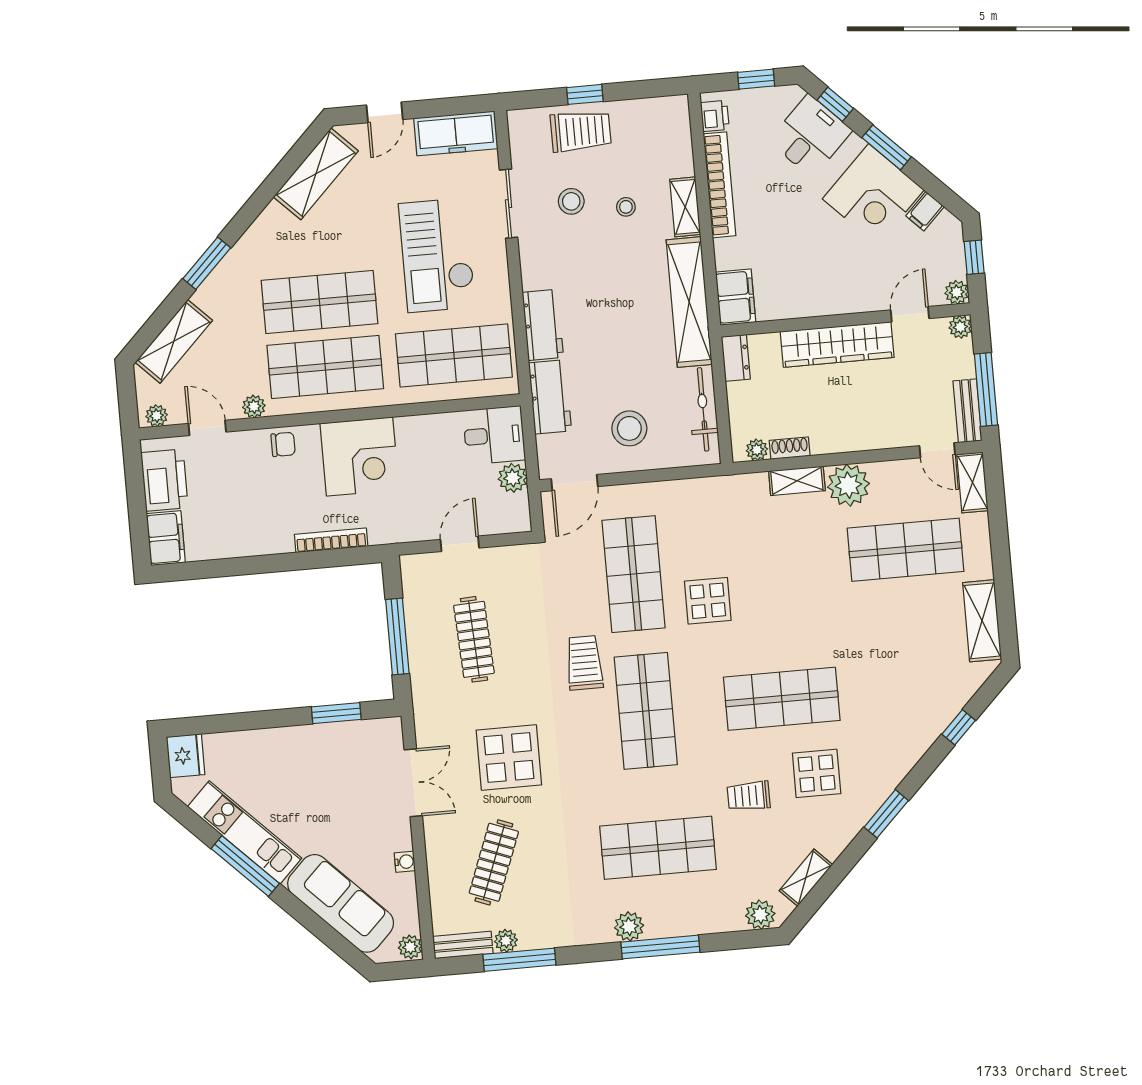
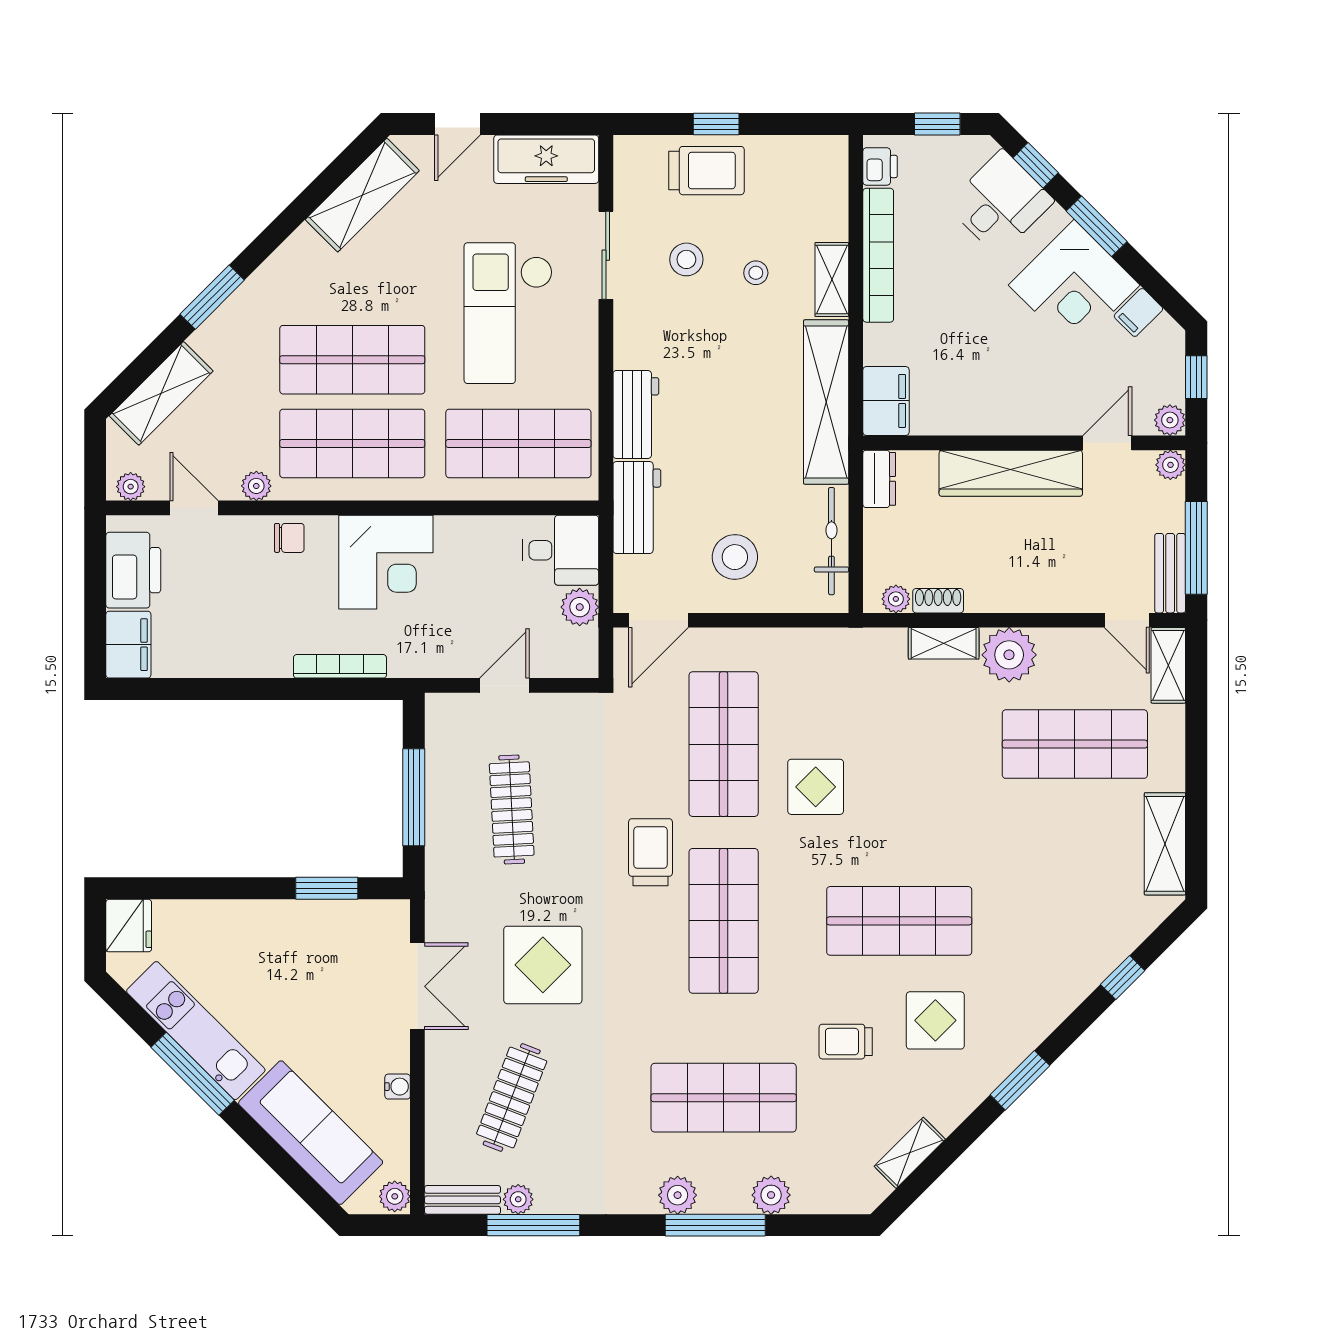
plant: (760, 915) -> (771, 1195), moved

